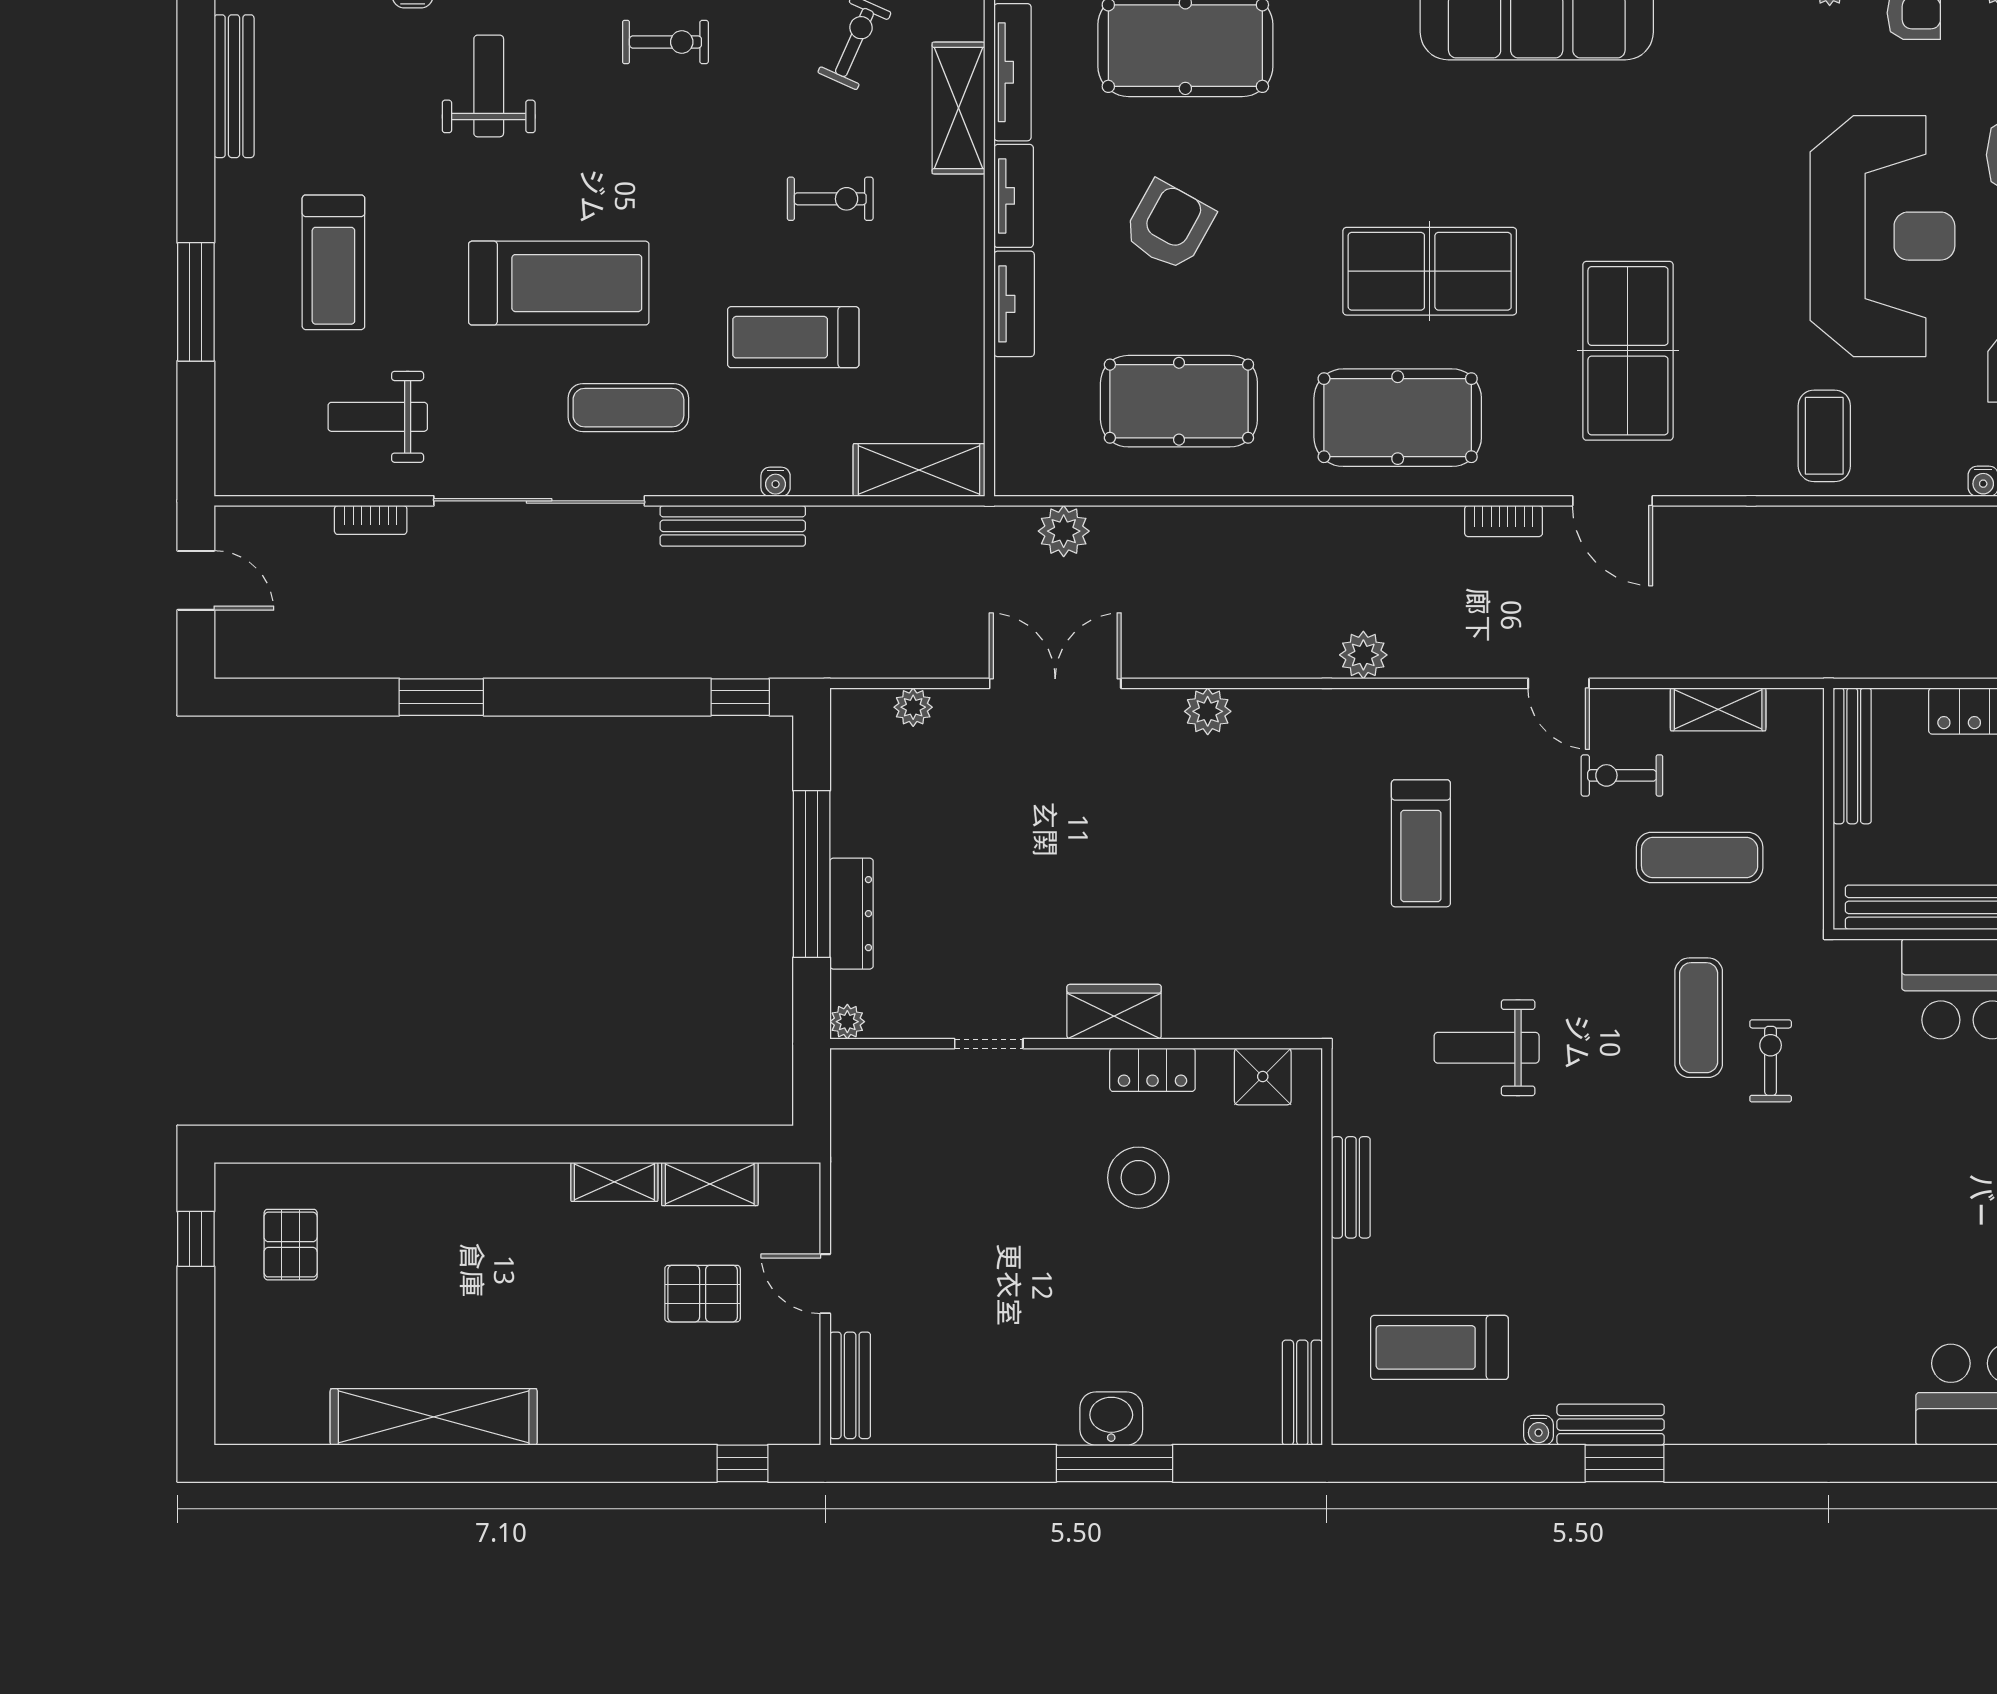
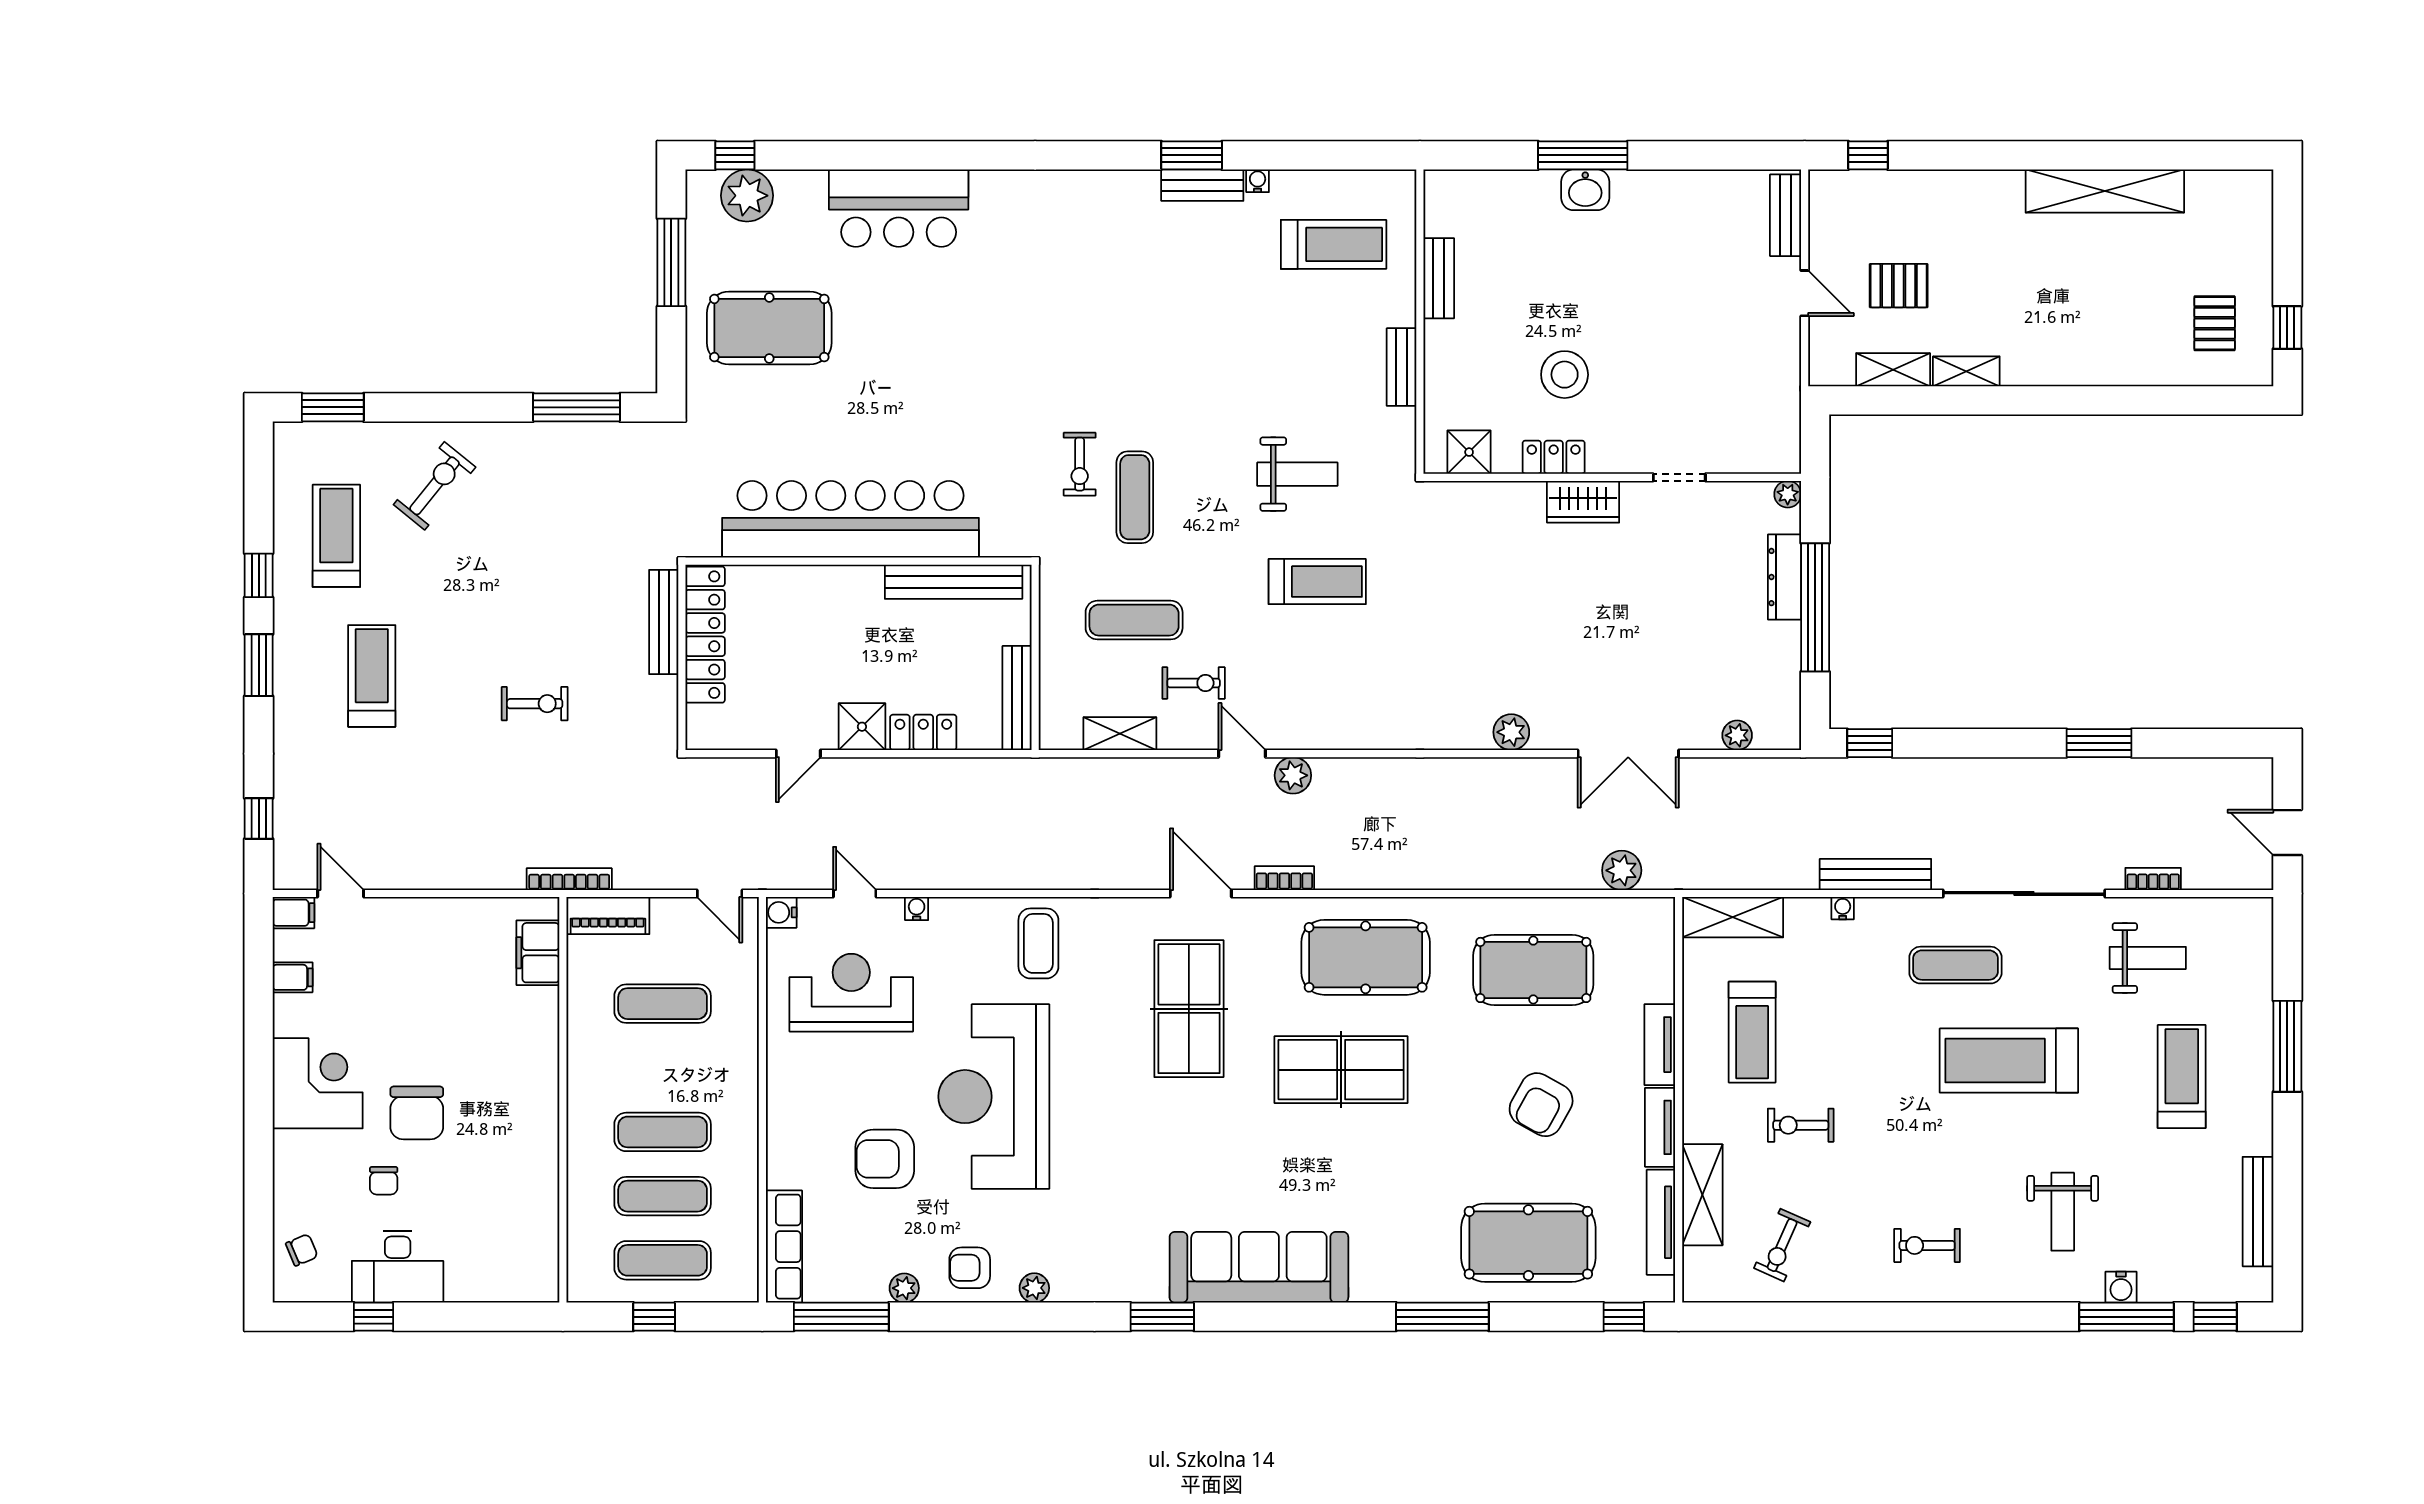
treadmill: (793, 337) -> (1752, 1032), moved, turned 90
plant: (1363, 655) -> (1293, 775), moved
treadmill: (1421, 843) -> (1317, 582), moved, turned 90
bench: (1302, 1393) -> (1439, 278), moved

